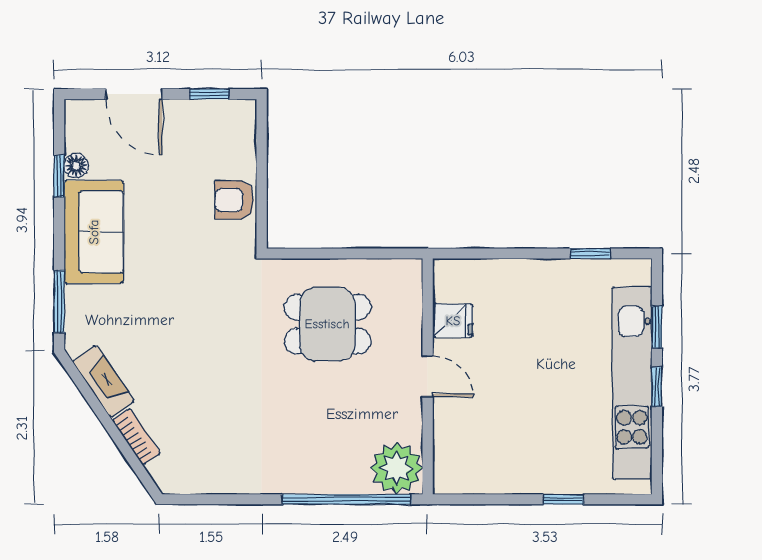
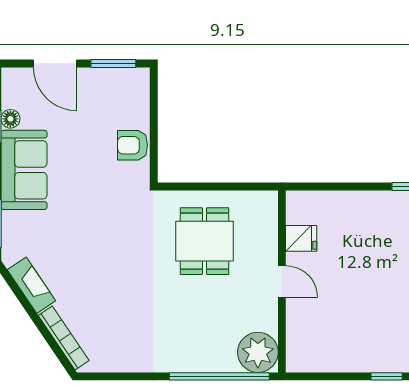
window: (209, 94) -> (113, 63), width x1.50
dining table: (327, 324) -> (205, 241), turned 90
bookcase: (136, 437) -> (64, 338), width x1.56

